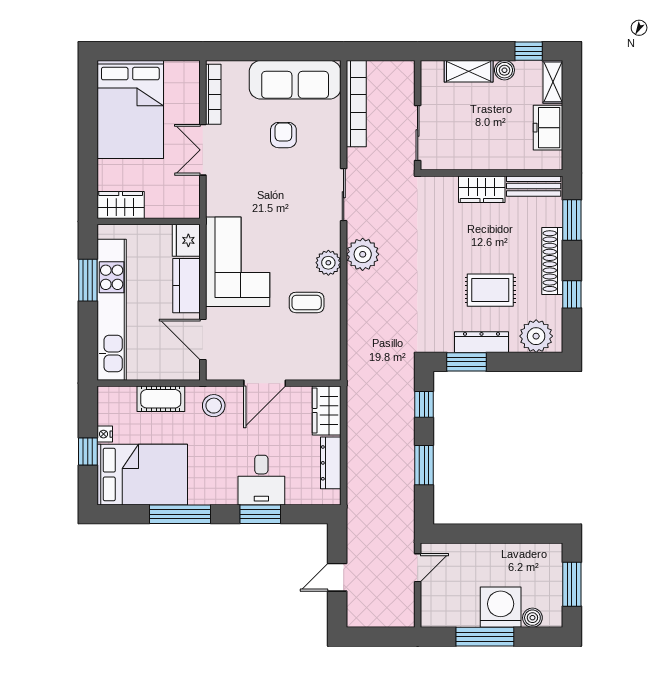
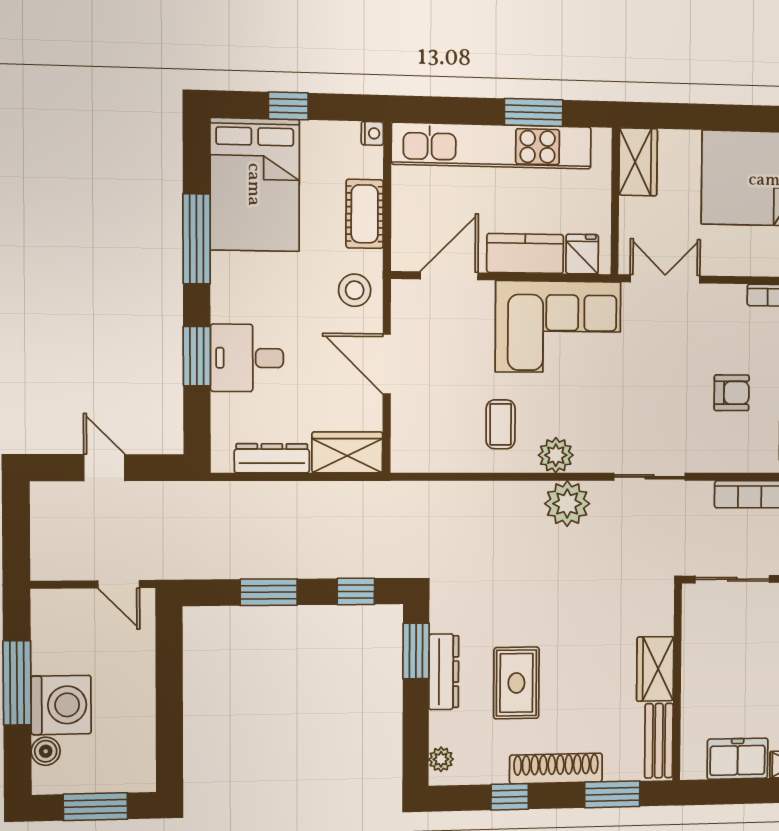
double door: (203, 150) -> (665, 279), moved
fridge: (186, 240) -> (582, 254), width x0.72
plant: (536, 336) -> (441, 759), width x0.53, depth x0.53
nightstand: (105, 434) -> (372, 133), moved, turned 90

